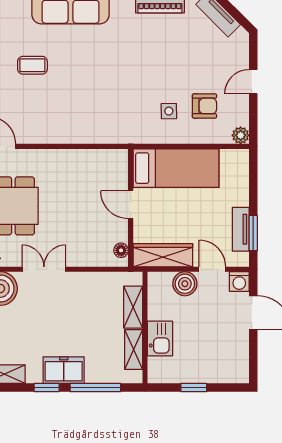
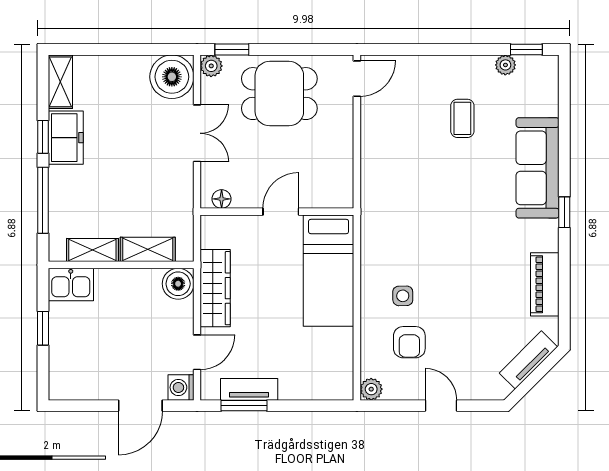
bed: (176, 168) -> (329, 271), moved
door: (131, 205) -> (281, 212), moved
wall: (131, 208) -> (277, 212), moved
floor lamp: (121, 250) -> (222, 199), moved
boiler: (185, 284) -> (178, 284), moved
kitchen sink: (160, 339) -> (71, 284), moved
freezer: (64, 370) -> (66, 138), moved

